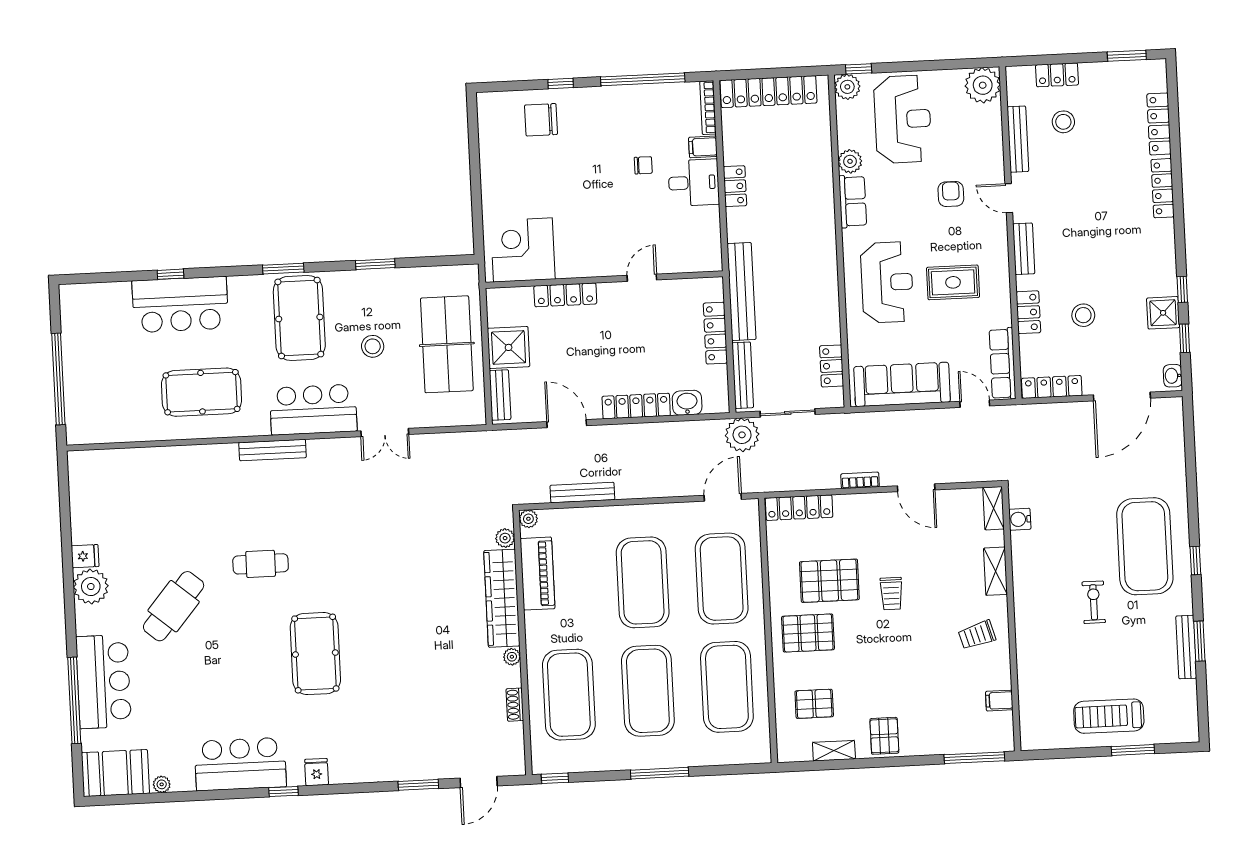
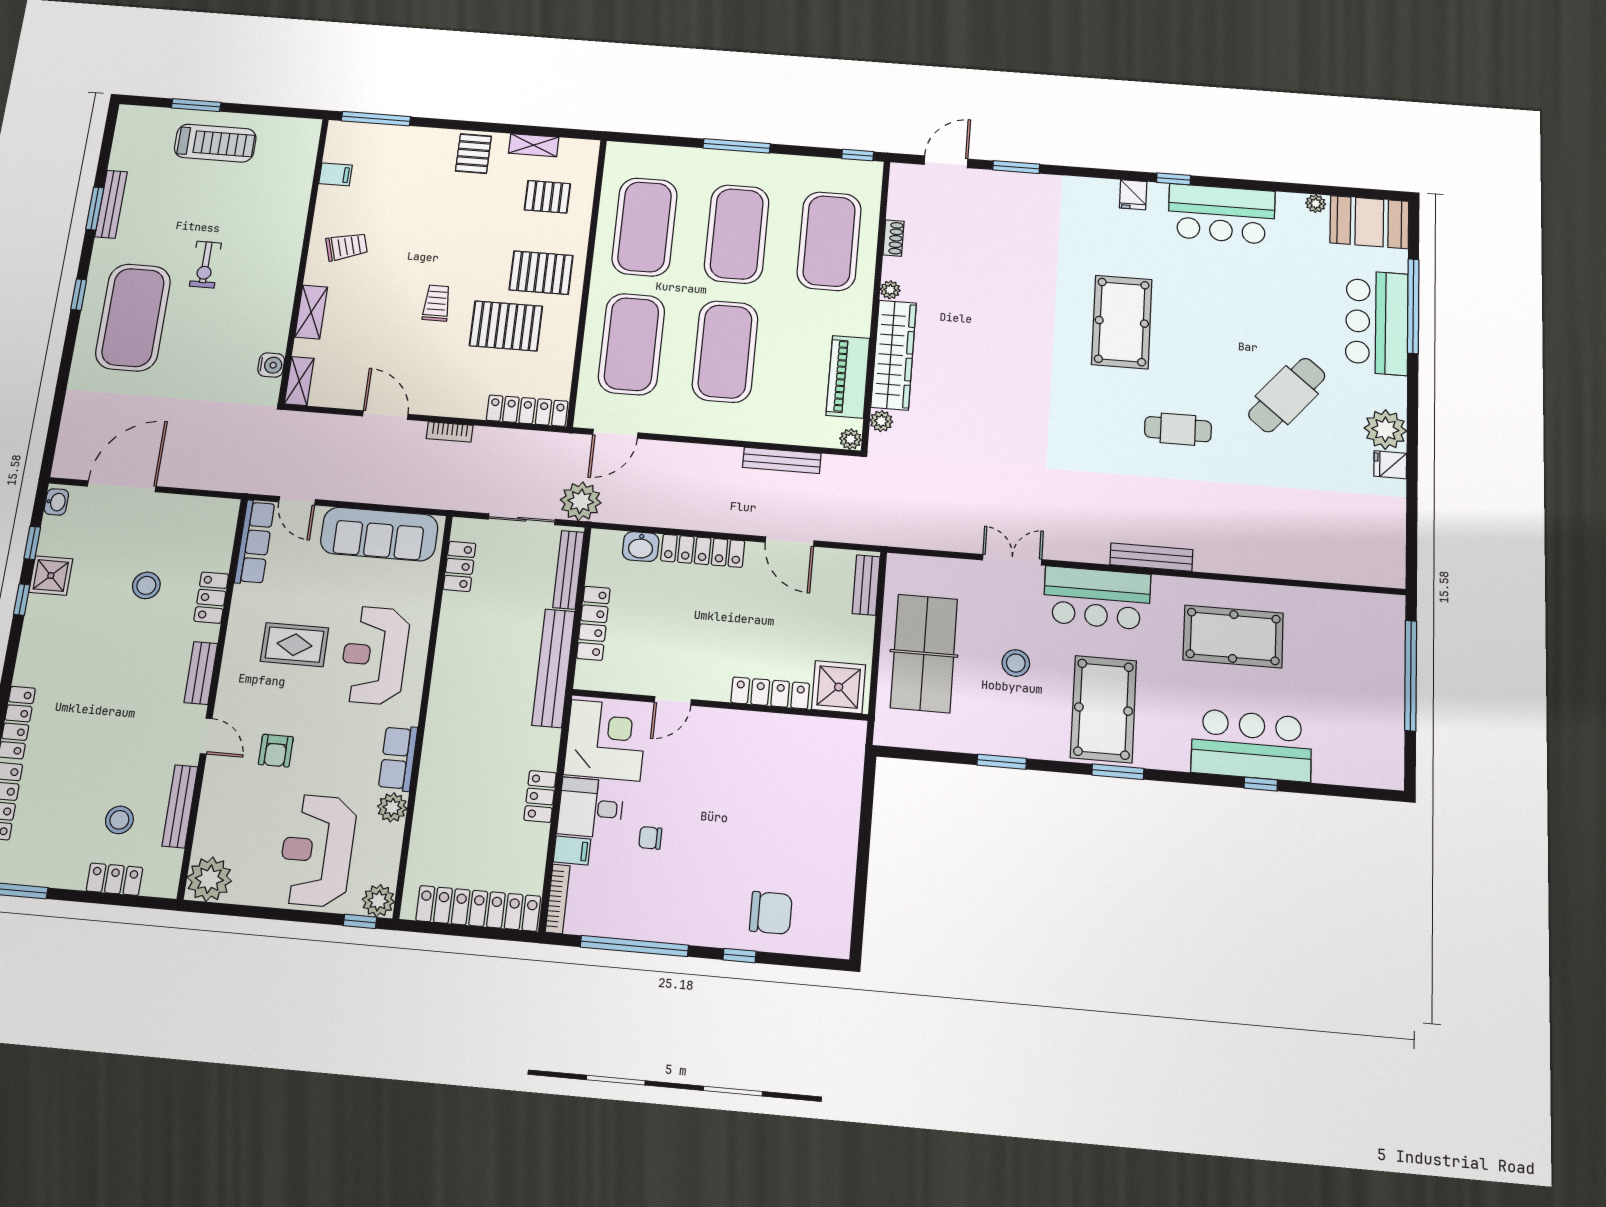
corner desk: (523, 250) -> (606, 740), moved, turned -90
shower: (509, 347) -> (839, 687), moved
locker: (1052, 387) -> (202, 508), removed

